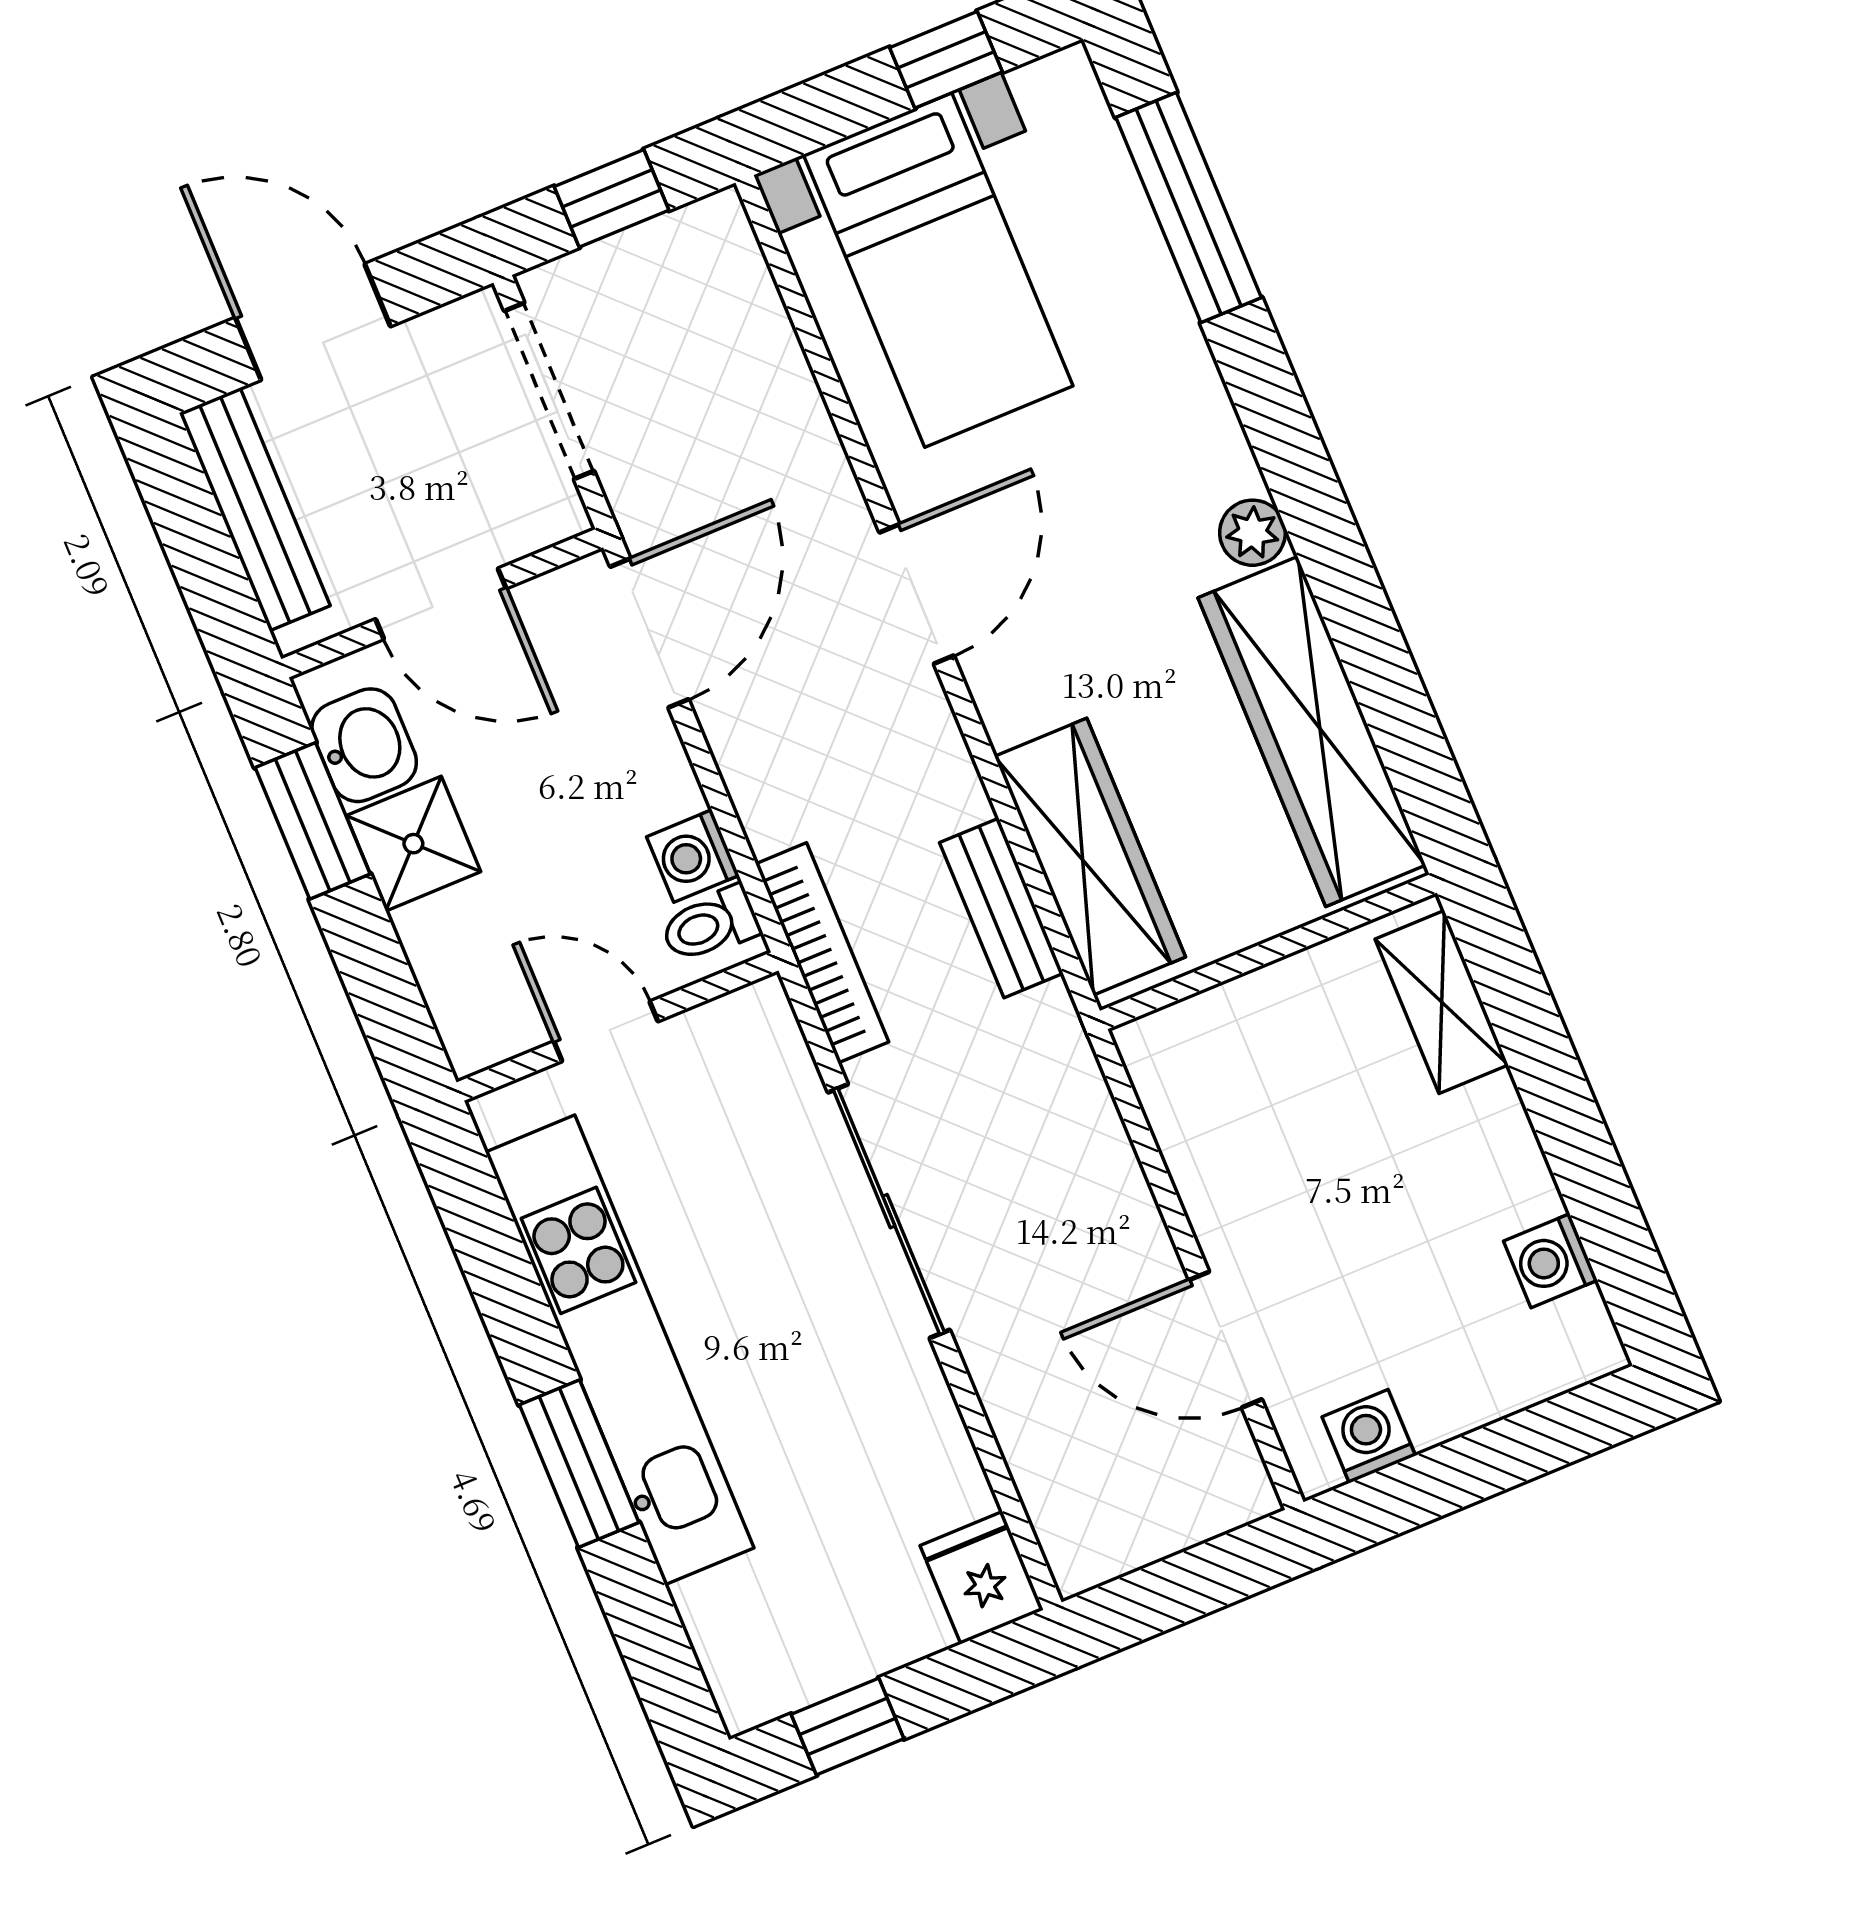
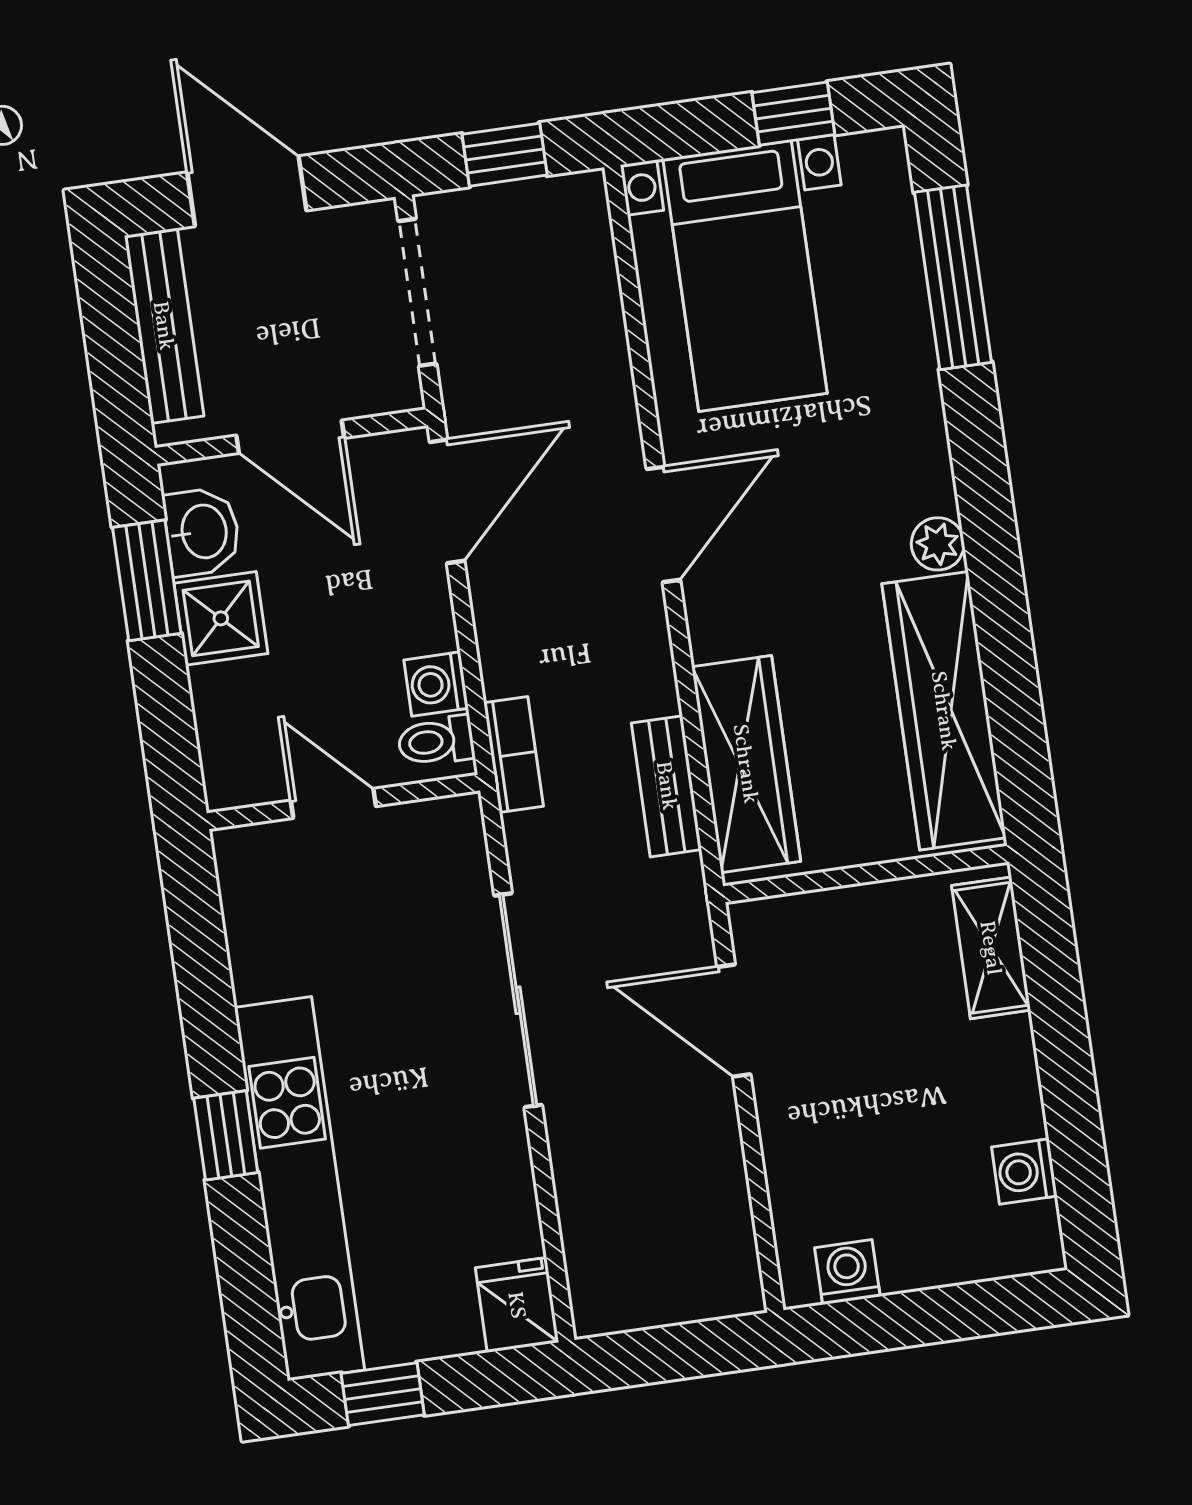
bookcase: (822, 953) -> (514, 755), width x0.64
door: (1225, 1340) -> (734, 1021), moved
kitchen unit: (620, 1350) -> (299, 1189), moved
window: (579, 1464) -> (226, 1135), width x0.67

